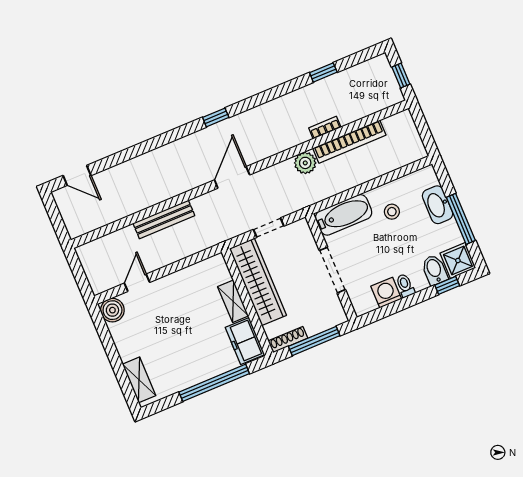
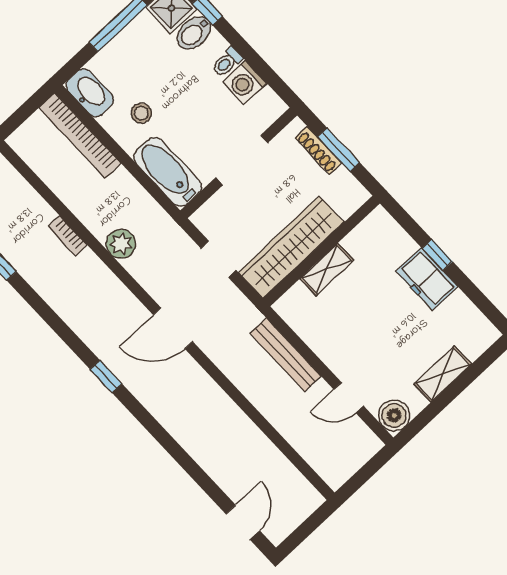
bookcase: (349, 142) -> (80, 135), moved, turned 180
washbasin: (438, 205) -> (90, 93), moved, turned -90
bench: (164, 219) -> (286, 355), moved
shoe rack: (288, 340) -> (318, 150), moved
freezer: (245, 341) -> (427, 279), moved, turned 90
window: (314, 341) -> (339, 150), width x0.69
shelving: (139, 380) -> (443, 374), moved
window: (214, 383) -> (437, 255), width x0.32

